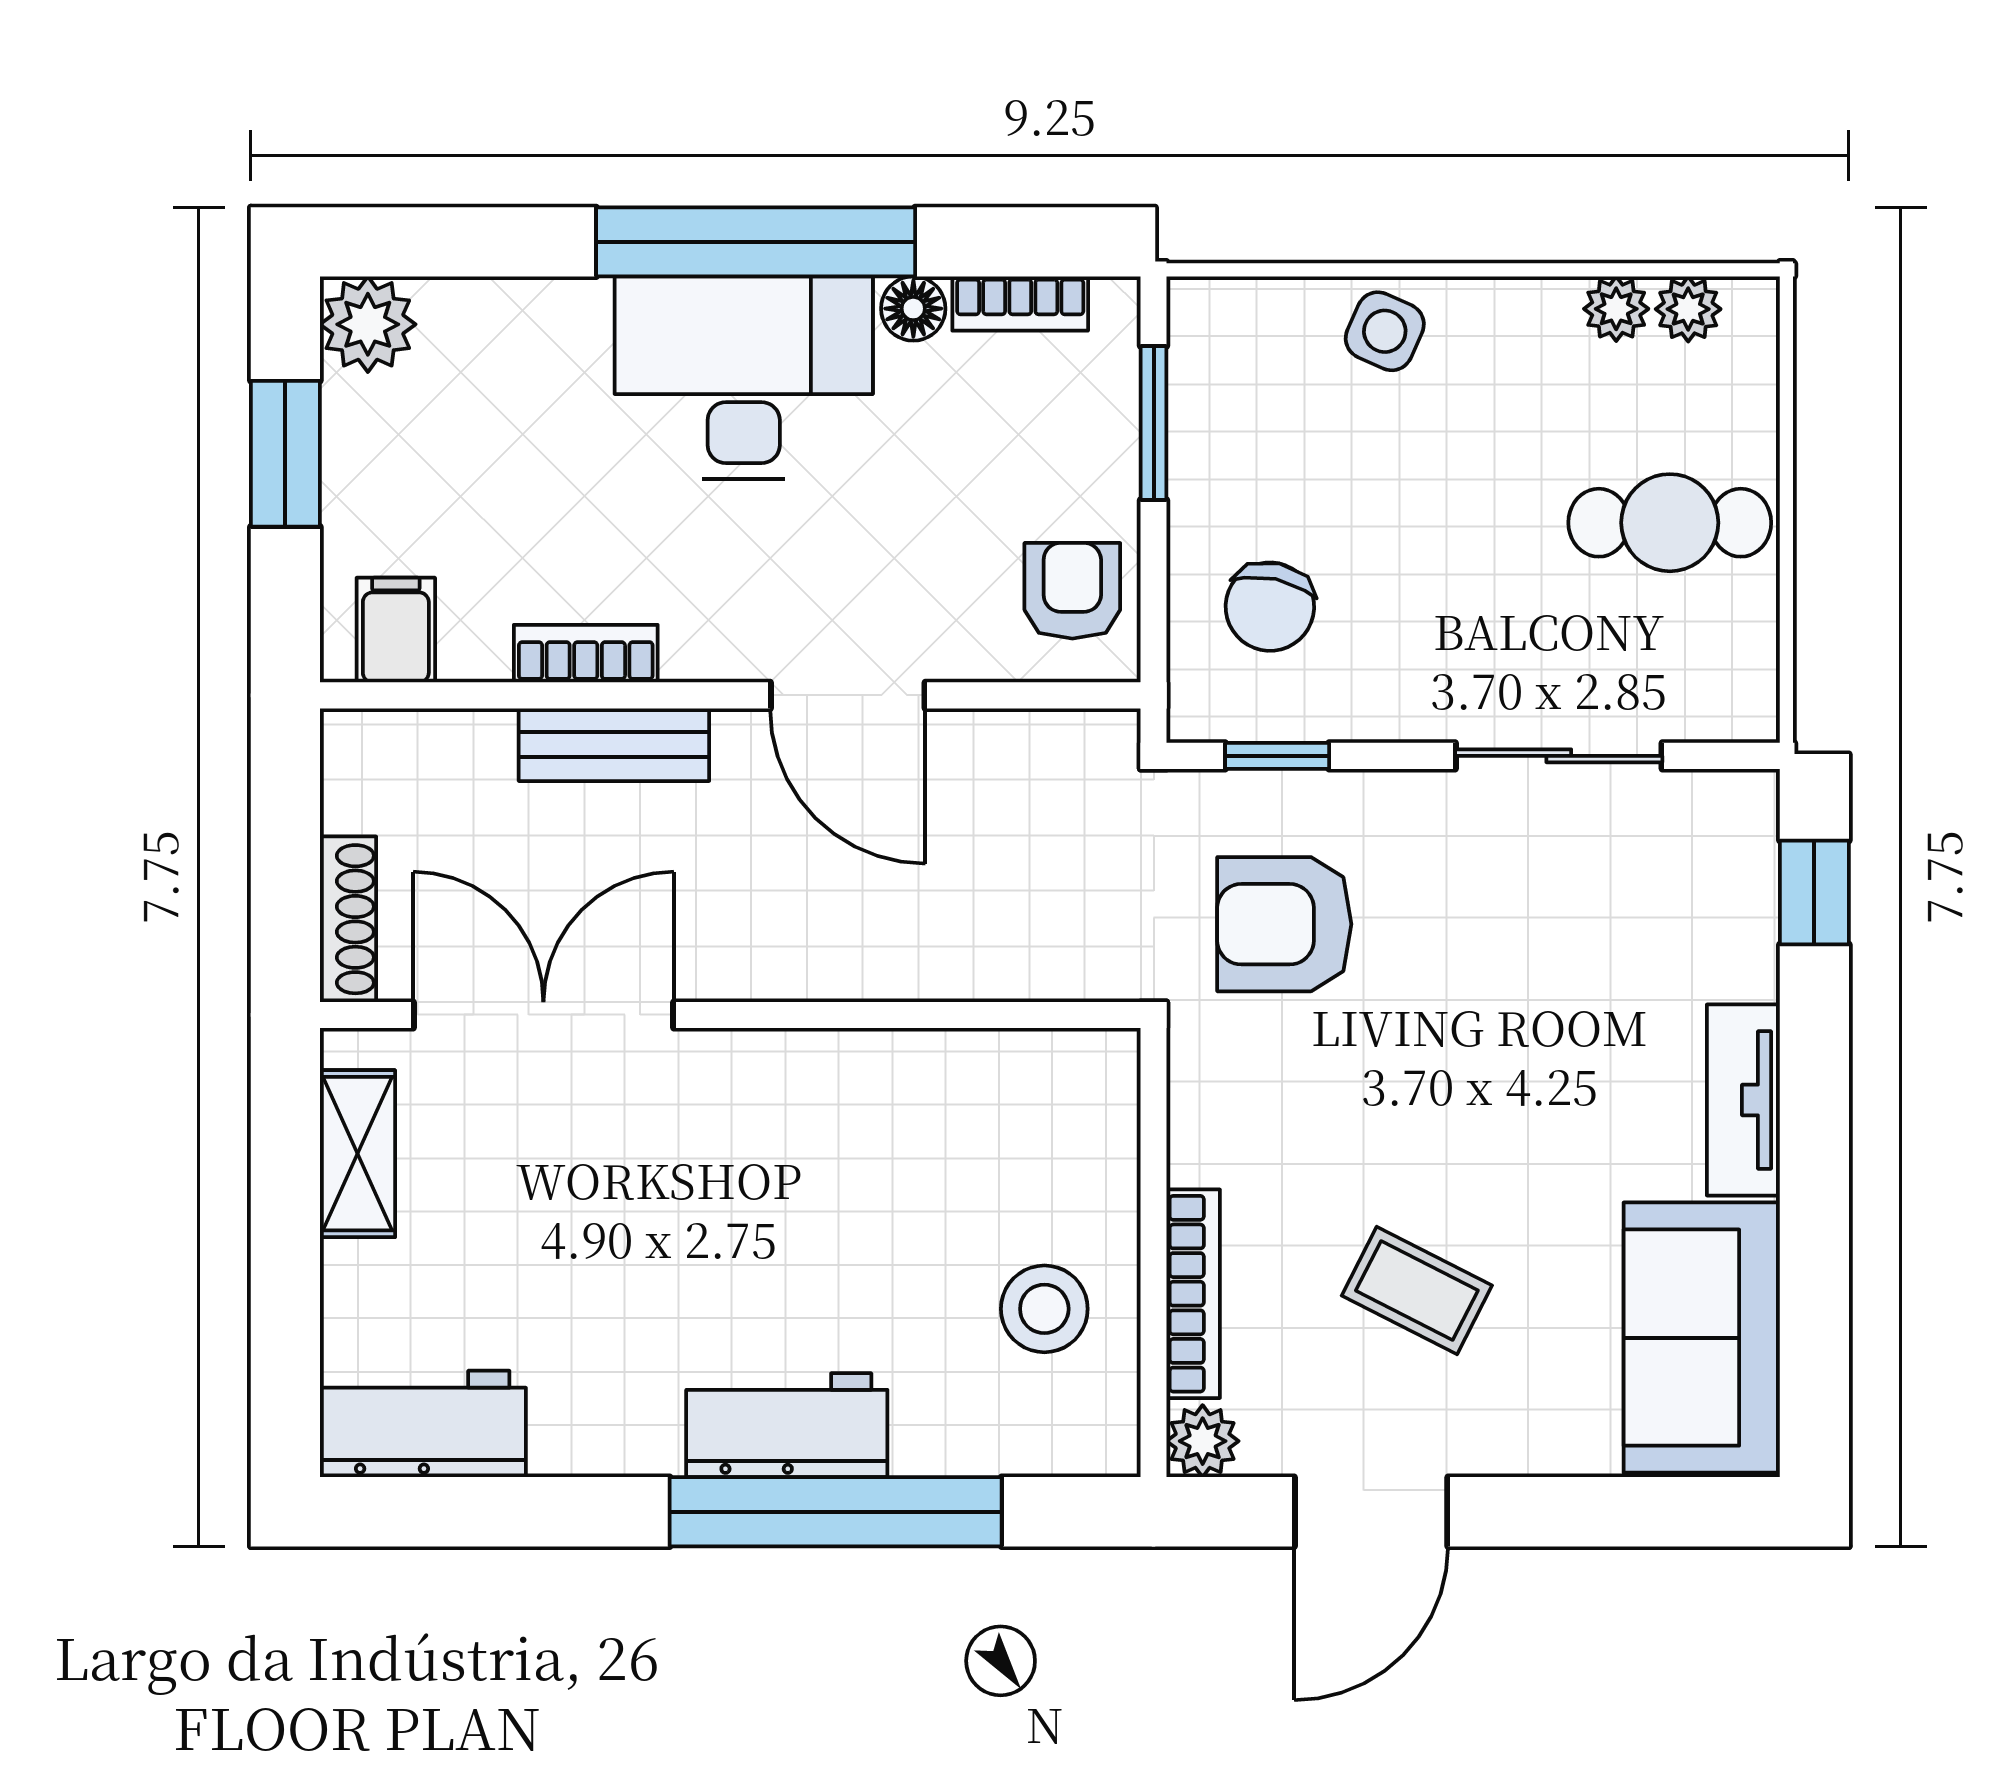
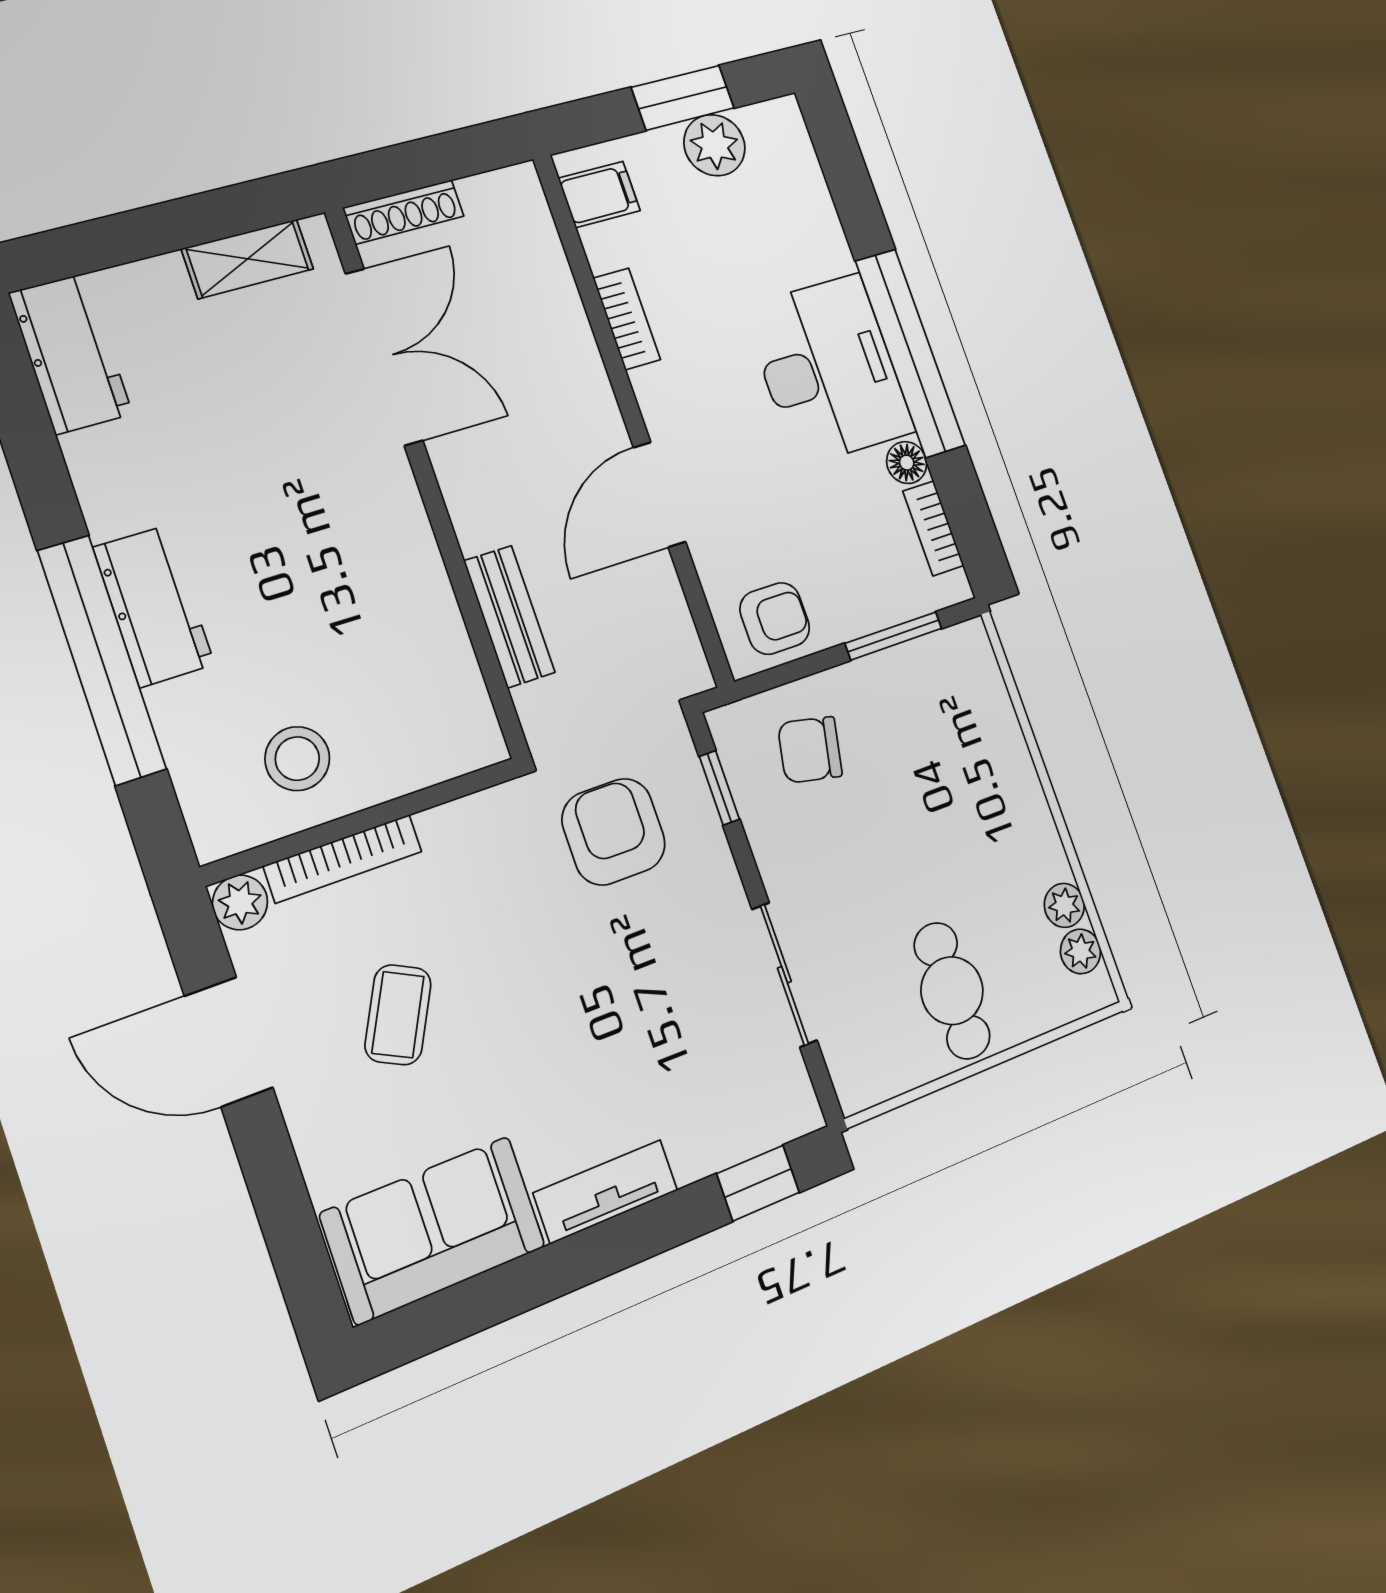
plant: (368, 324) -> (714, 145), moved
side table: (1385, 331) -> (999, 763), removed
bench: (614, 745) -> (509, 617), moved

